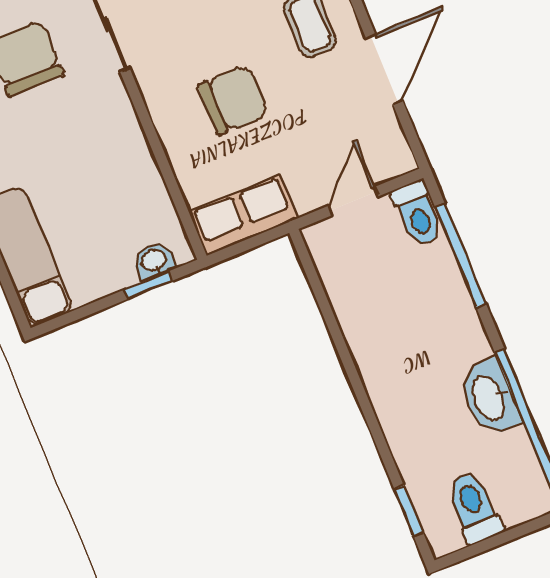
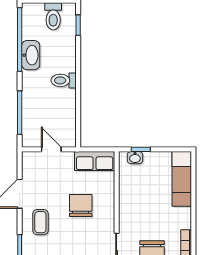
chair: (233, 100) -> (81, 206), turned 90
door: (354, 201) -> (51, 149), swing flipped
toilet: (418, 214) -> (64, 80), moved, turned -90

